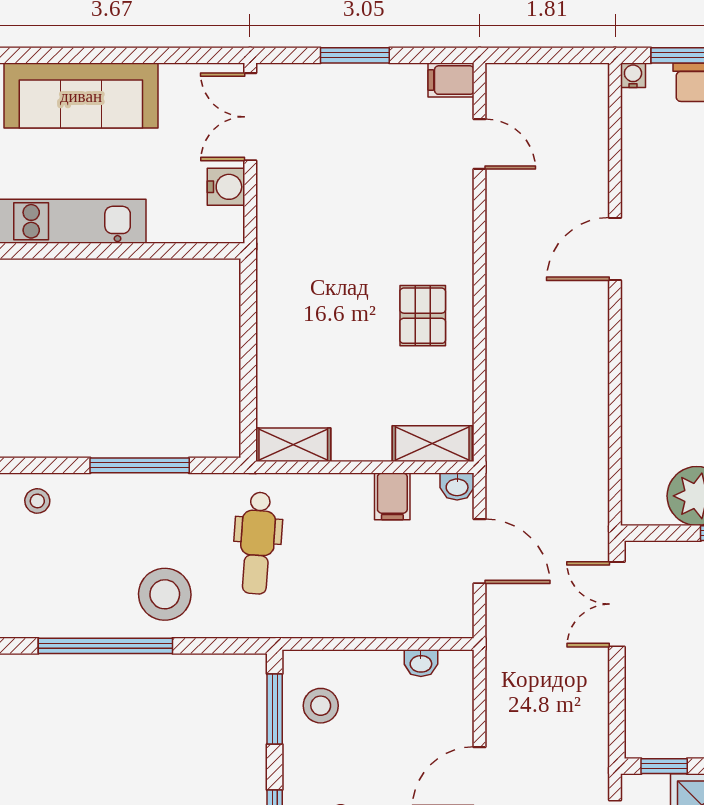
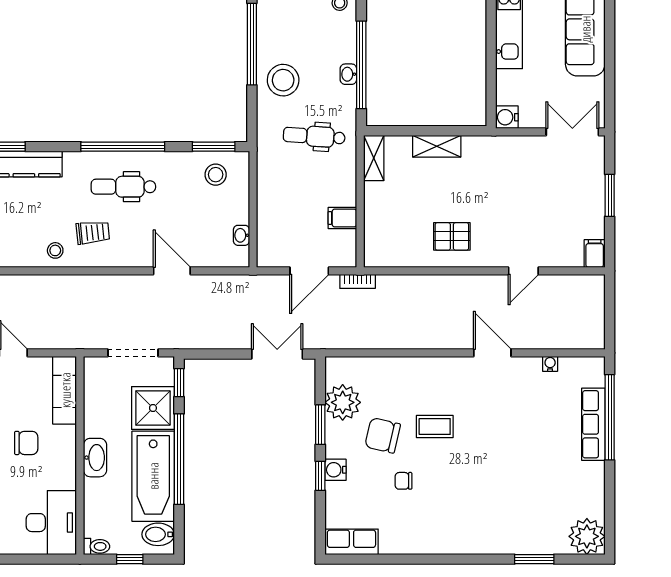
water cooler: (633, 75) -> (550, 364), moved, turned -90
door: (480, 144) -> (523, 271), moved
water cooler: (226, 187) -> (507, 117), moved, turned 90
shelving: (432, 444) -> (437, 146), moved, turned 90
window: (140, 465) -> (361, 65), width x1.46
bookcase: (497, 471) -> (358, 281), added
washbasin: (457, 486) -> (348, 74), moved

